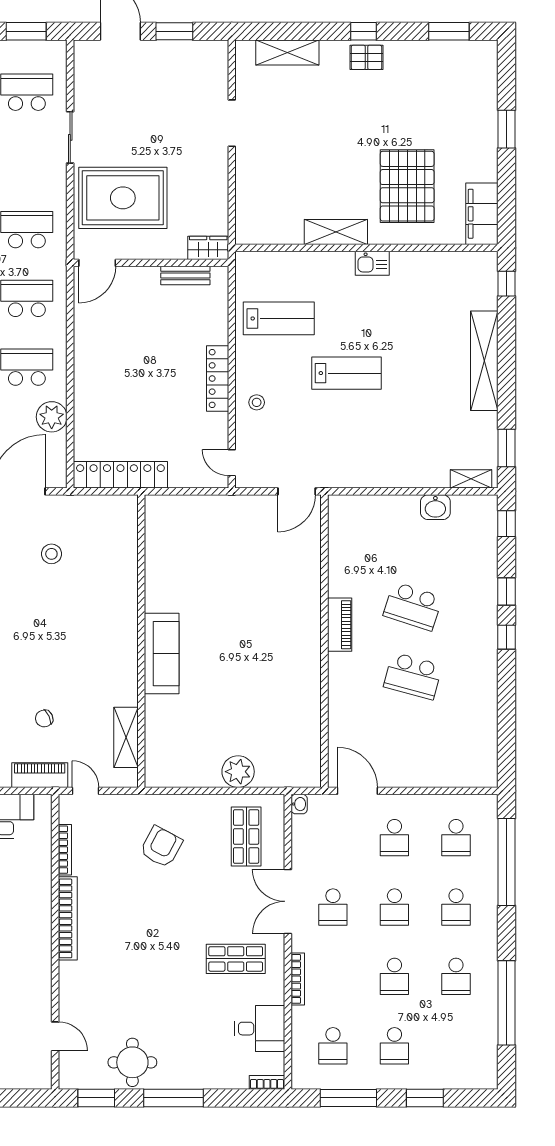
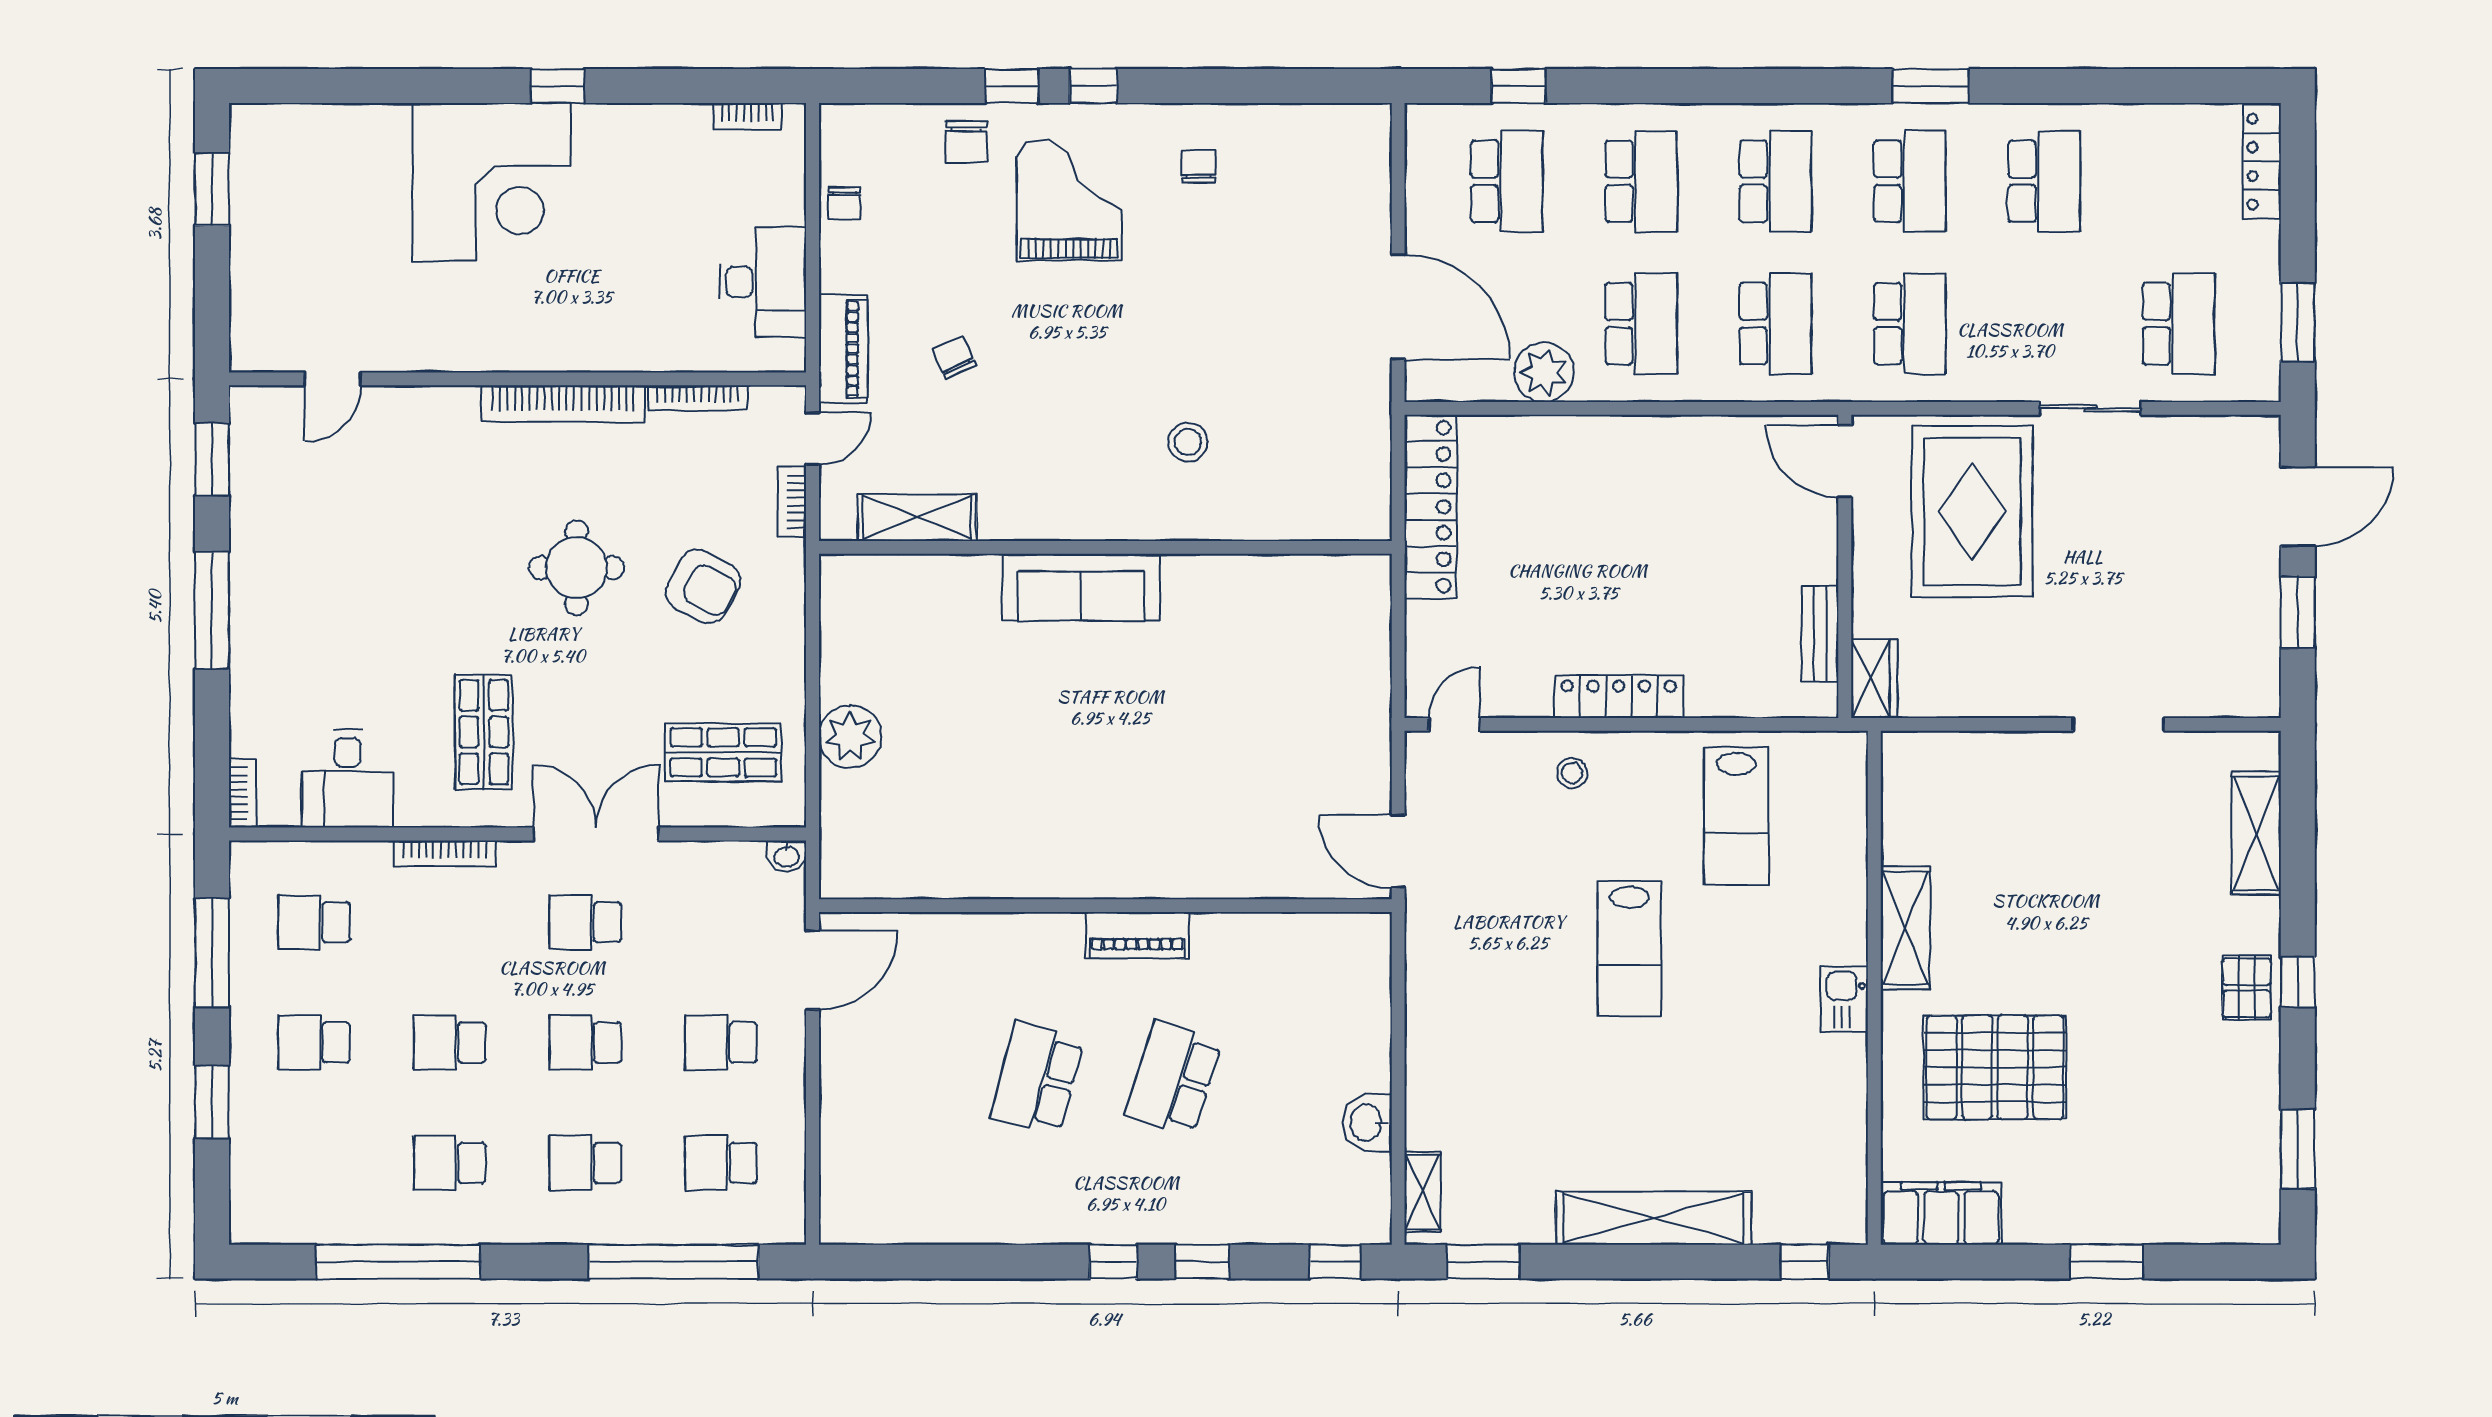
stool: (51, 554) -> (1188, 442), moved
bookcase: (118, 801) -> (792, 502), added
round table: (132, 1062) -> (576, 568), moved

